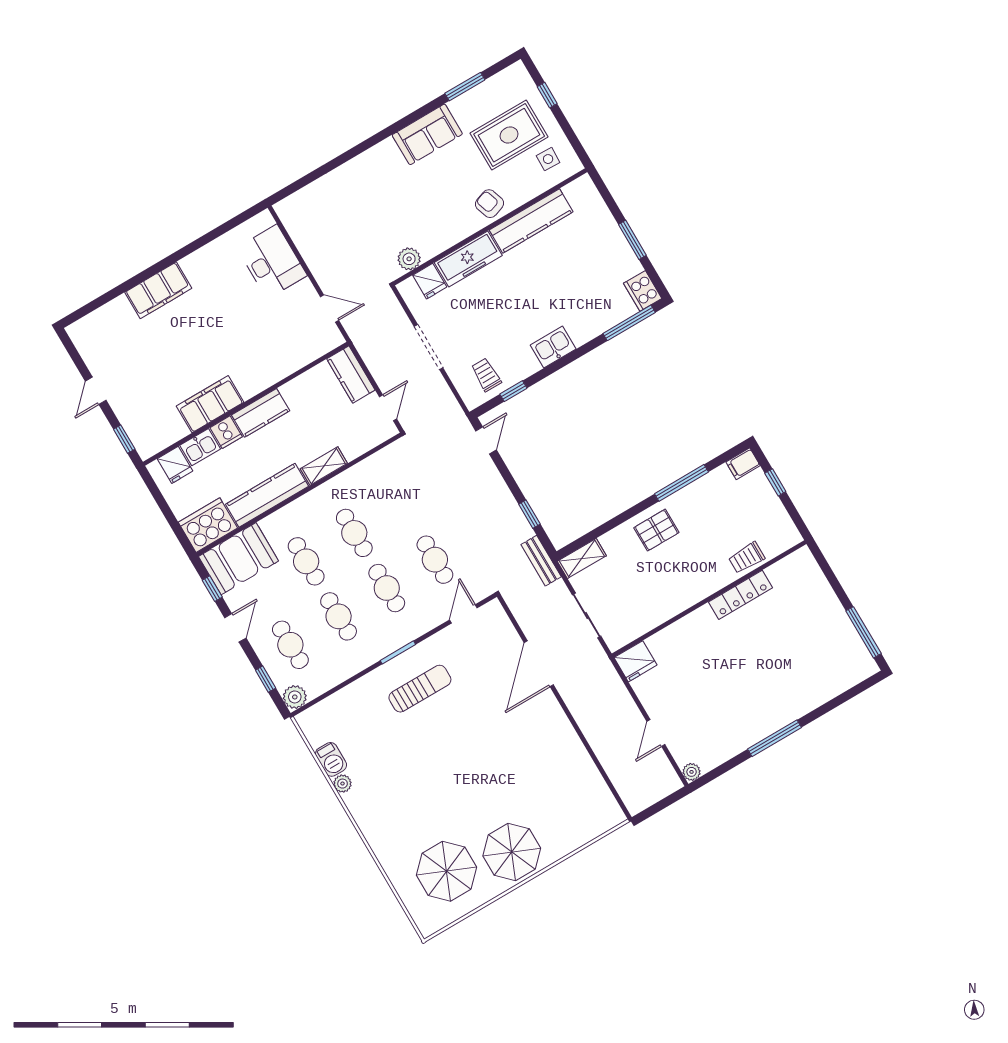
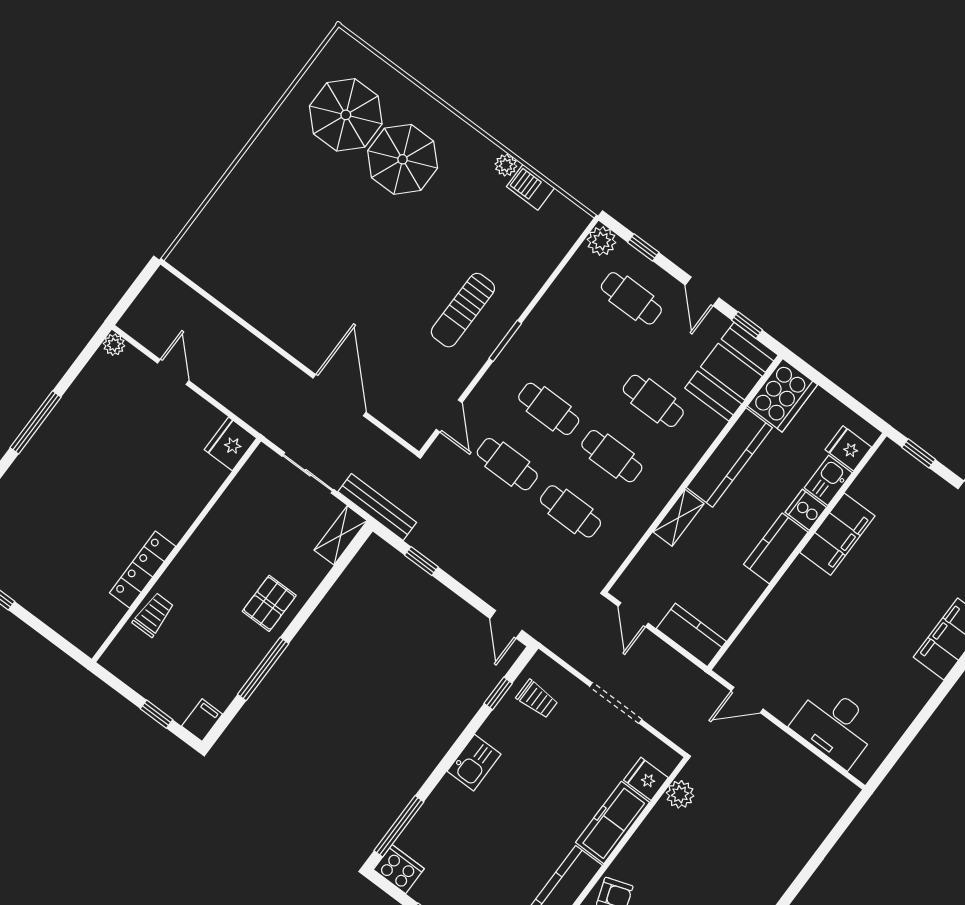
bench: (541, 561) -> (377, 507), width x1.36
cafe table: (339, 616) -> (571, 511), moved
parasol: (512, 852) -> (403, 159), moved

